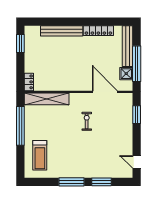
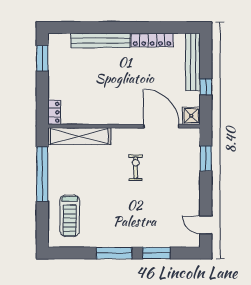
window: (137, 64) -> (206, 87), width x0.32
shower: (126, 74) -> (191, 116), moved

